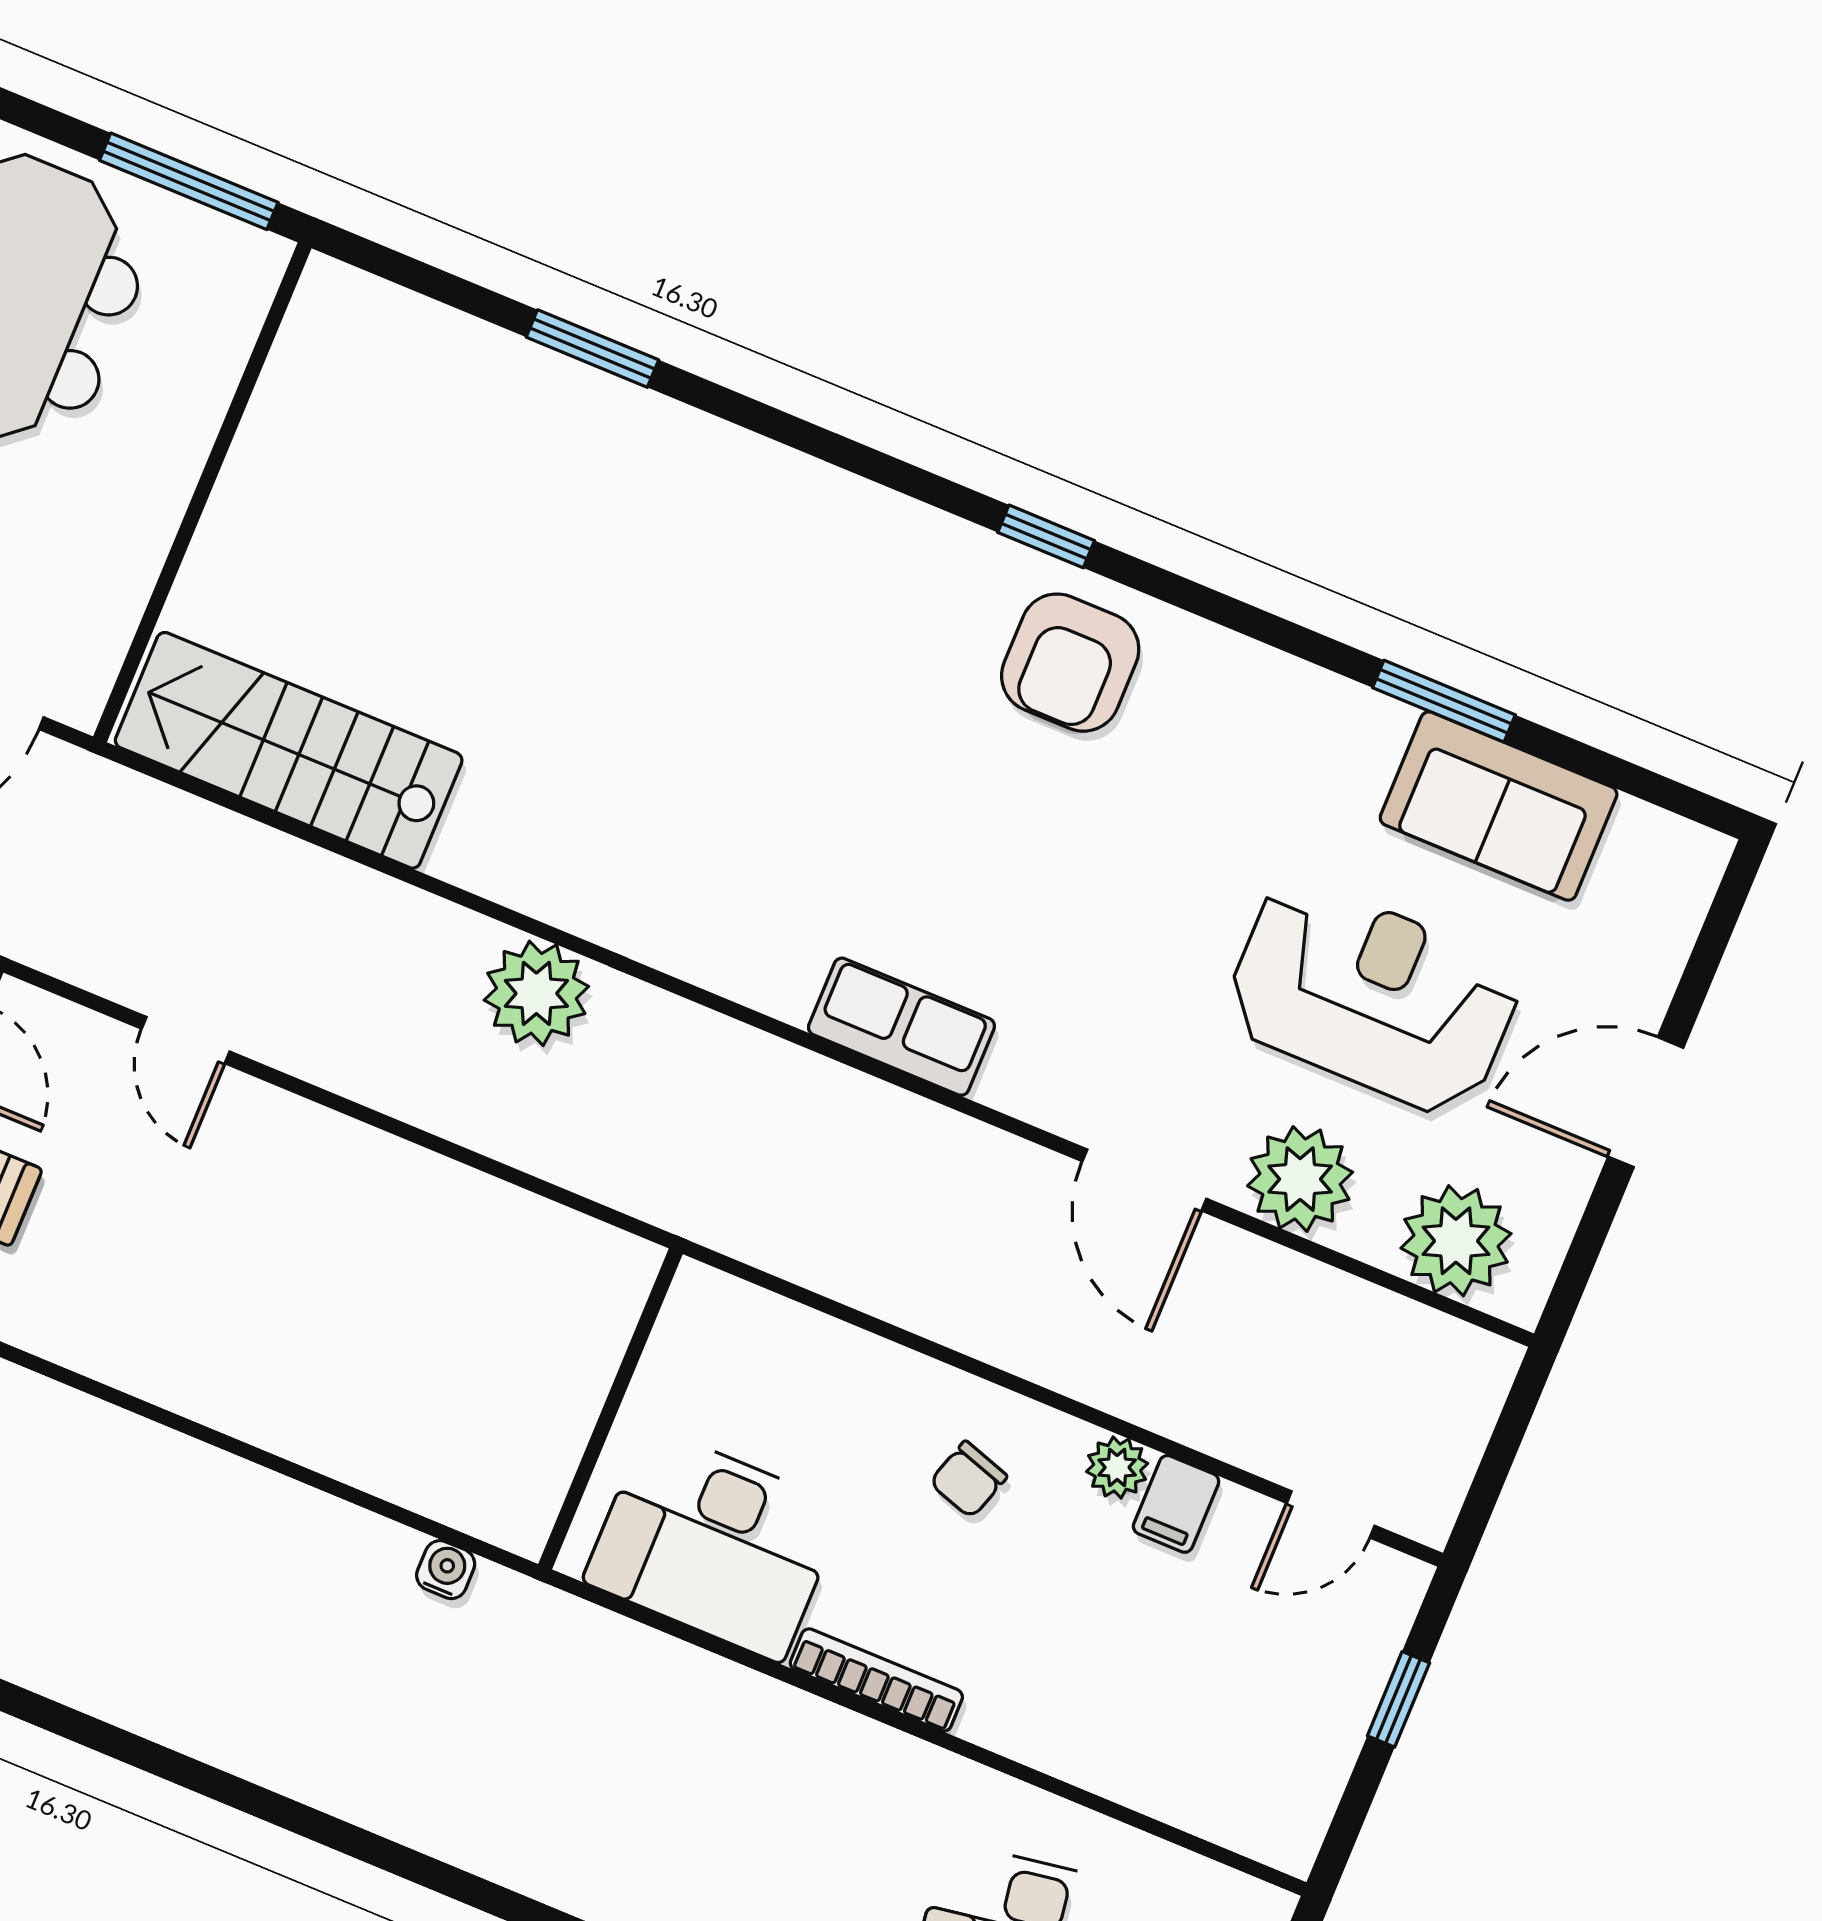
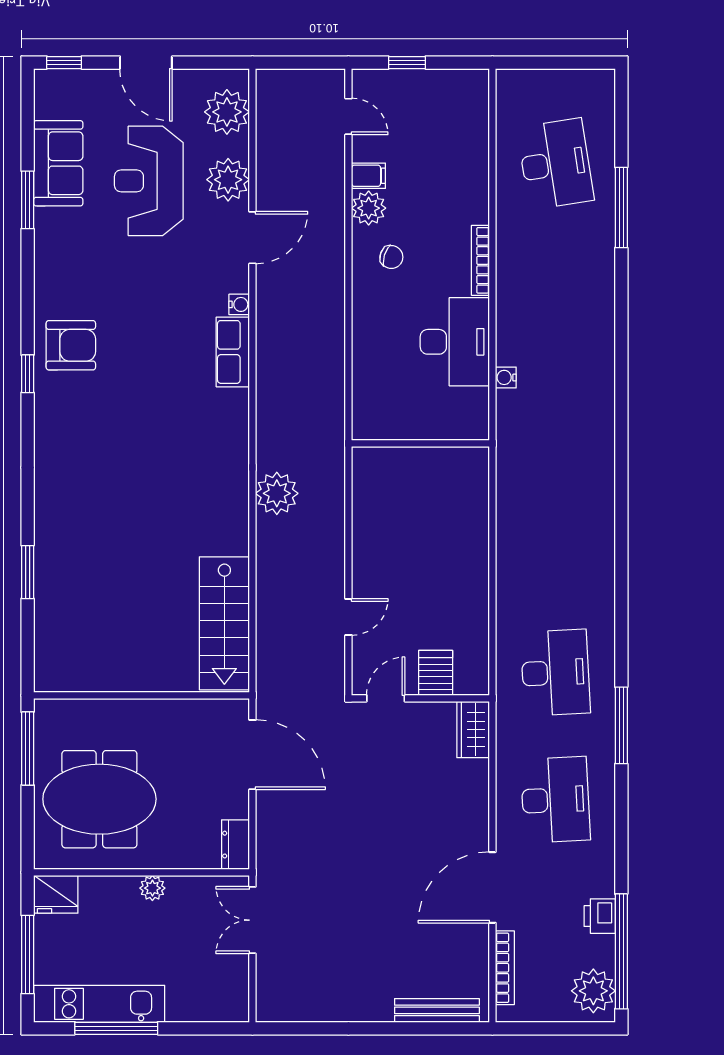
window: (1723, 915) -> (64, 63), added
water cooler: (1004, 1086) -> (239, 304), added
wall: (610, 1409) -> (420, 443), moved
plant: (1117, 1467) -> (369, 208), width x1.38, depth x1.38
water cooler: (446, 1570) -> (506, 377), moved

